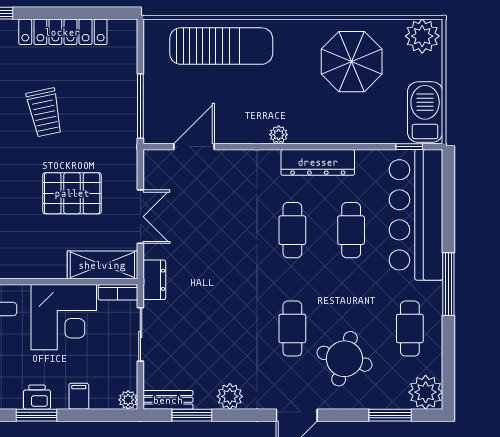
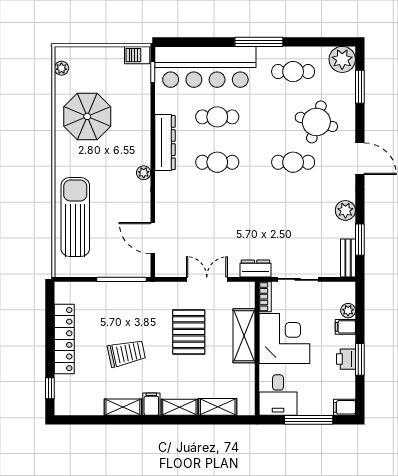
plant: (422, 36) -> (61, 68), width x0.53, depth x0.53
barbecue: (425, 112) -> (137, 55), width x0.53, depth x0.65
shelving: (102, 265) -> (244, 336), moved
plant: (128, 400) -> (348, 311), moved

